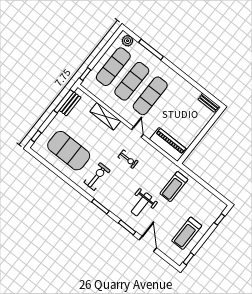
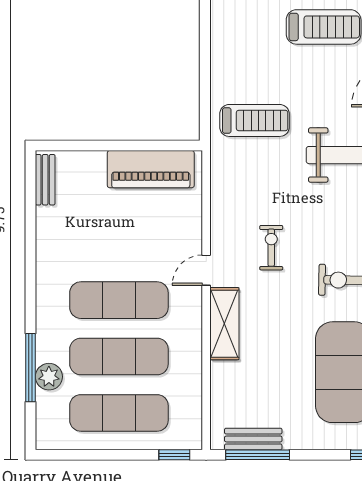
plant: (128, 41) -> (49, 377), moved
shelving: (105, 116) -> (224, 324), moved
piano: (168, 144) -> (151, 169), moved, turned -90

